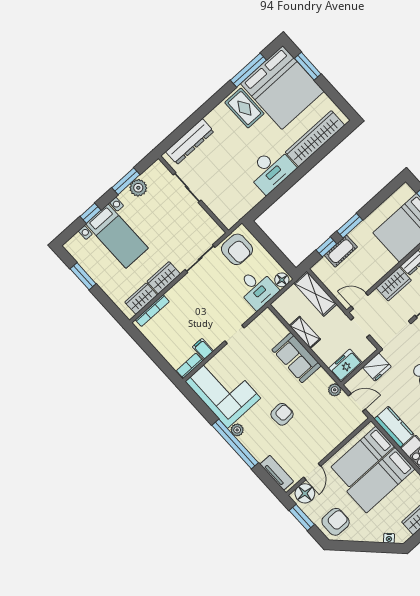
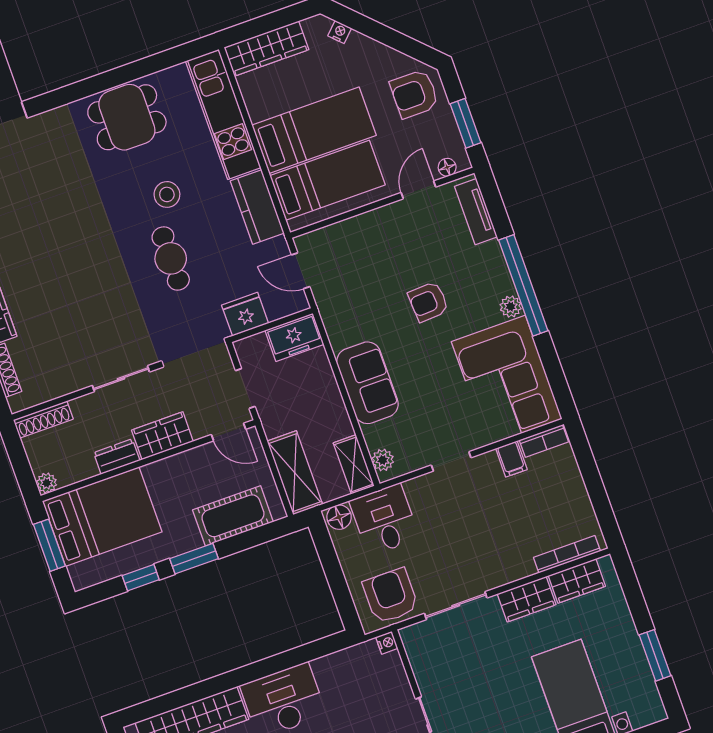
nightstand: (229, 224) -> (387, 643), added
window: (326, 247) -> (141, 578), moved
cot: (341, 251) -> (233, 516), width x1.37, depth x1.34
shelving: (305, 332) -> (354, 464), moved
plant: (335, 390) -> (383, 460), moved
floor lamp: (305, 493) -> (447, 167), width x0.53, depth x0.53

